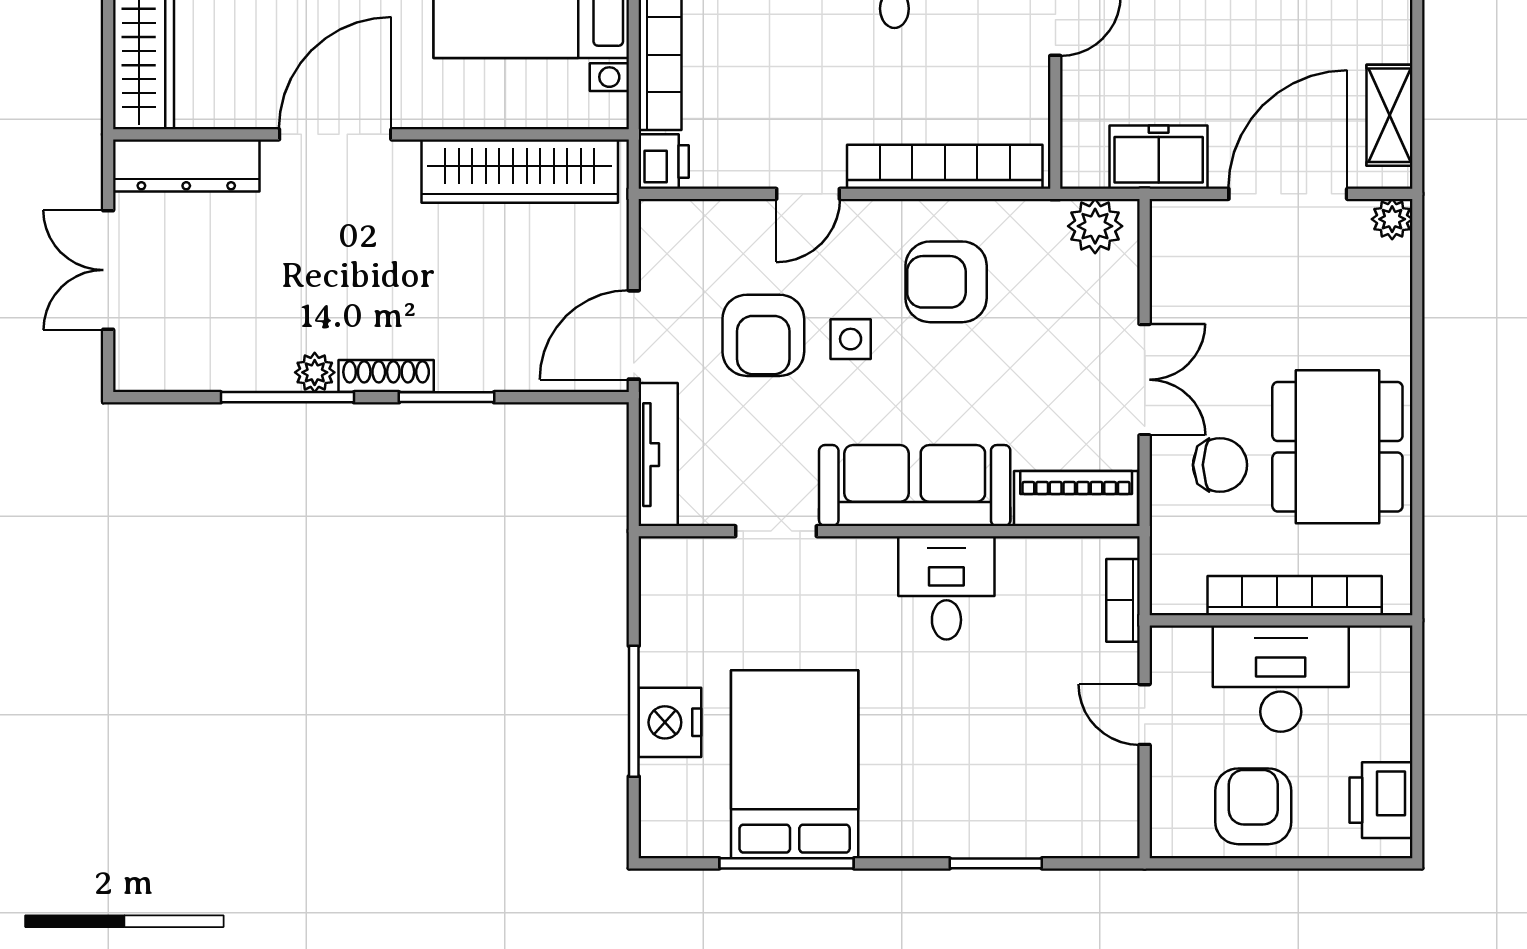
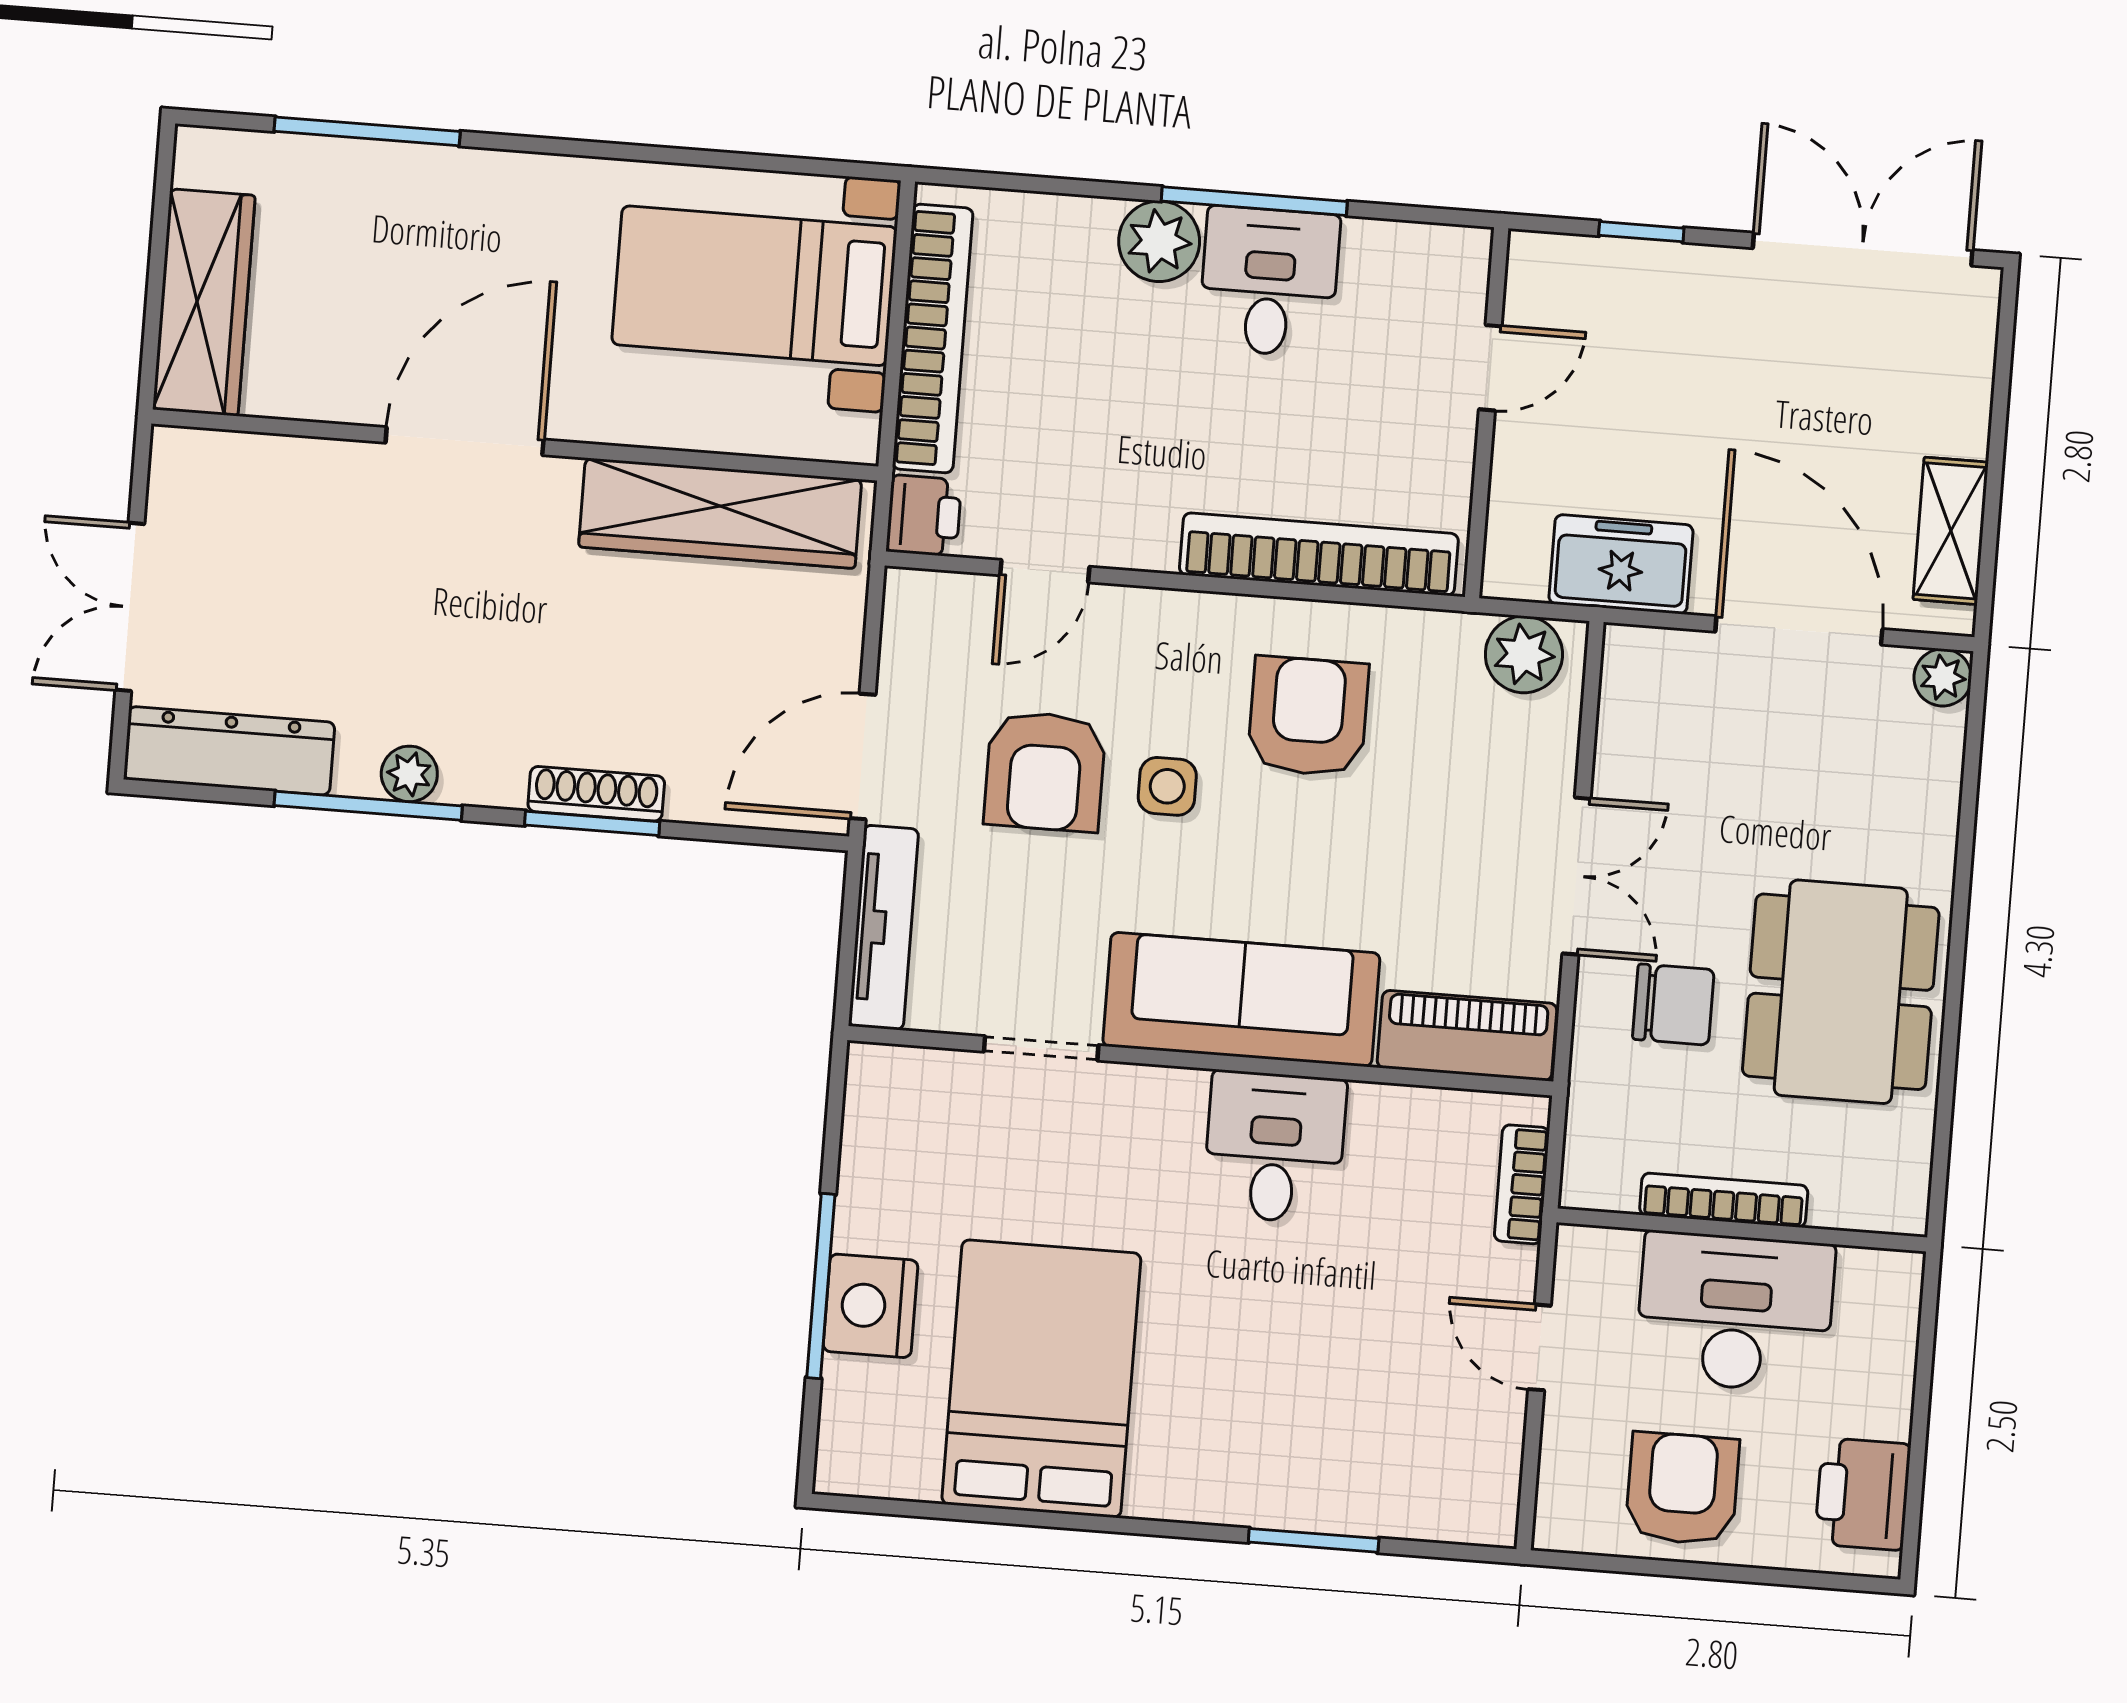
dresser: (186, 165) -> (229, 751), moved, turned 180
door: (808, 194) -> (1045, 571), moved
door: (1288, 194) -> (1799, 630), hinge flipped
armchair: (946, 282) -> (1308, 716), turned 90
shoe rack: (386, 376) -> (596, 794), moved
bookcase: (1295, 596) -> (1724, 1200), width x0.68, depth x0.76
window: (787, 863) -> (1019, 1517), removed

